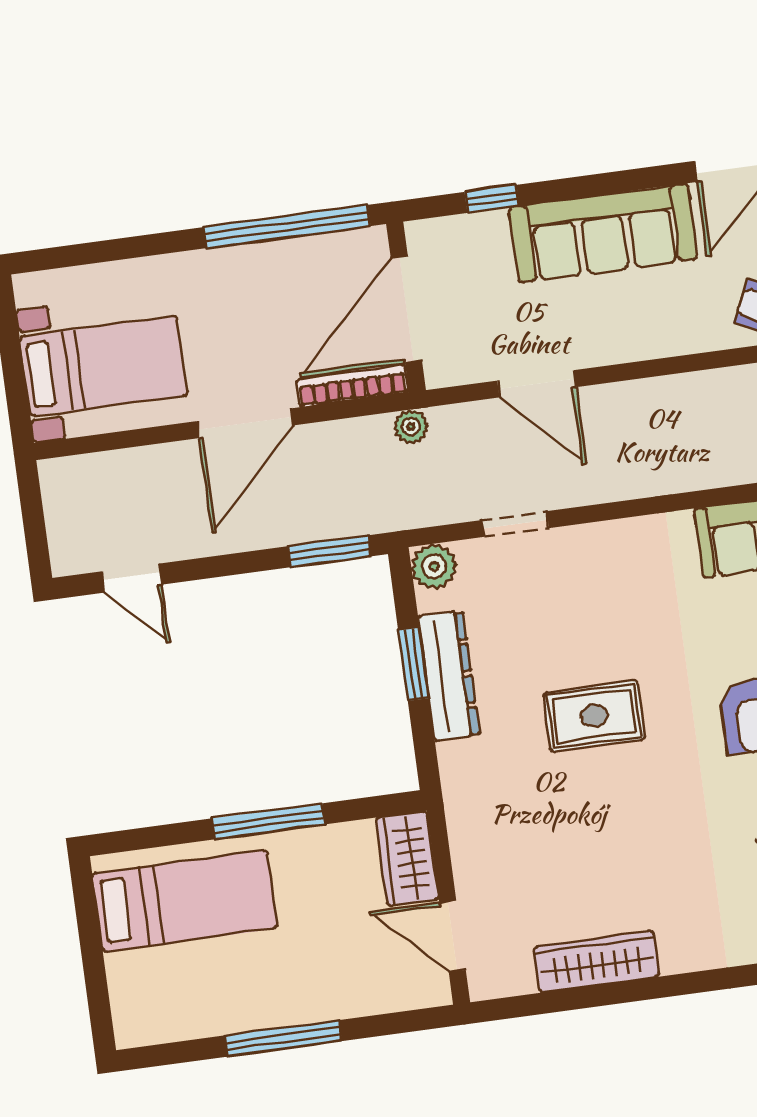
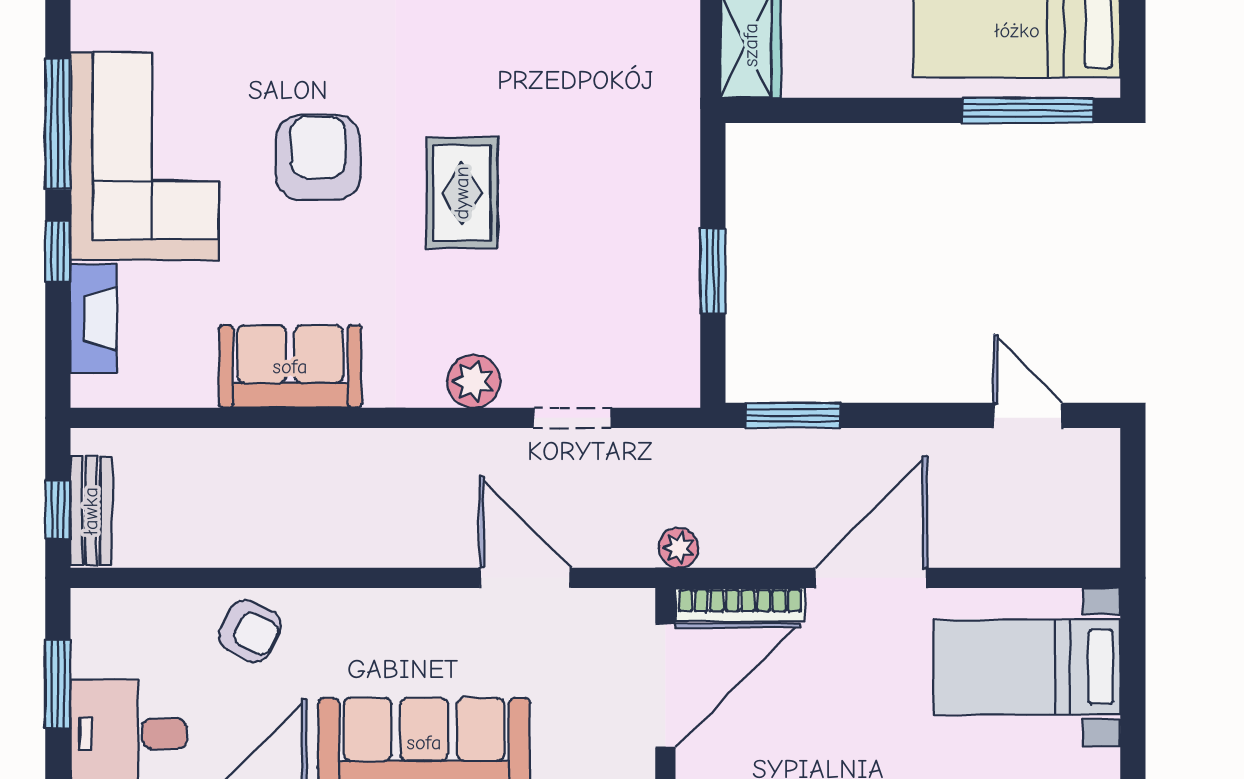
plant: (434, 566) -> (474, 381), moved
dresser: (449, 676) -> (674, 251), removed
rug: (594, 716) -> (462, 193), moved, turned 90
window: (268, 821) -> (1028, 110), moved

